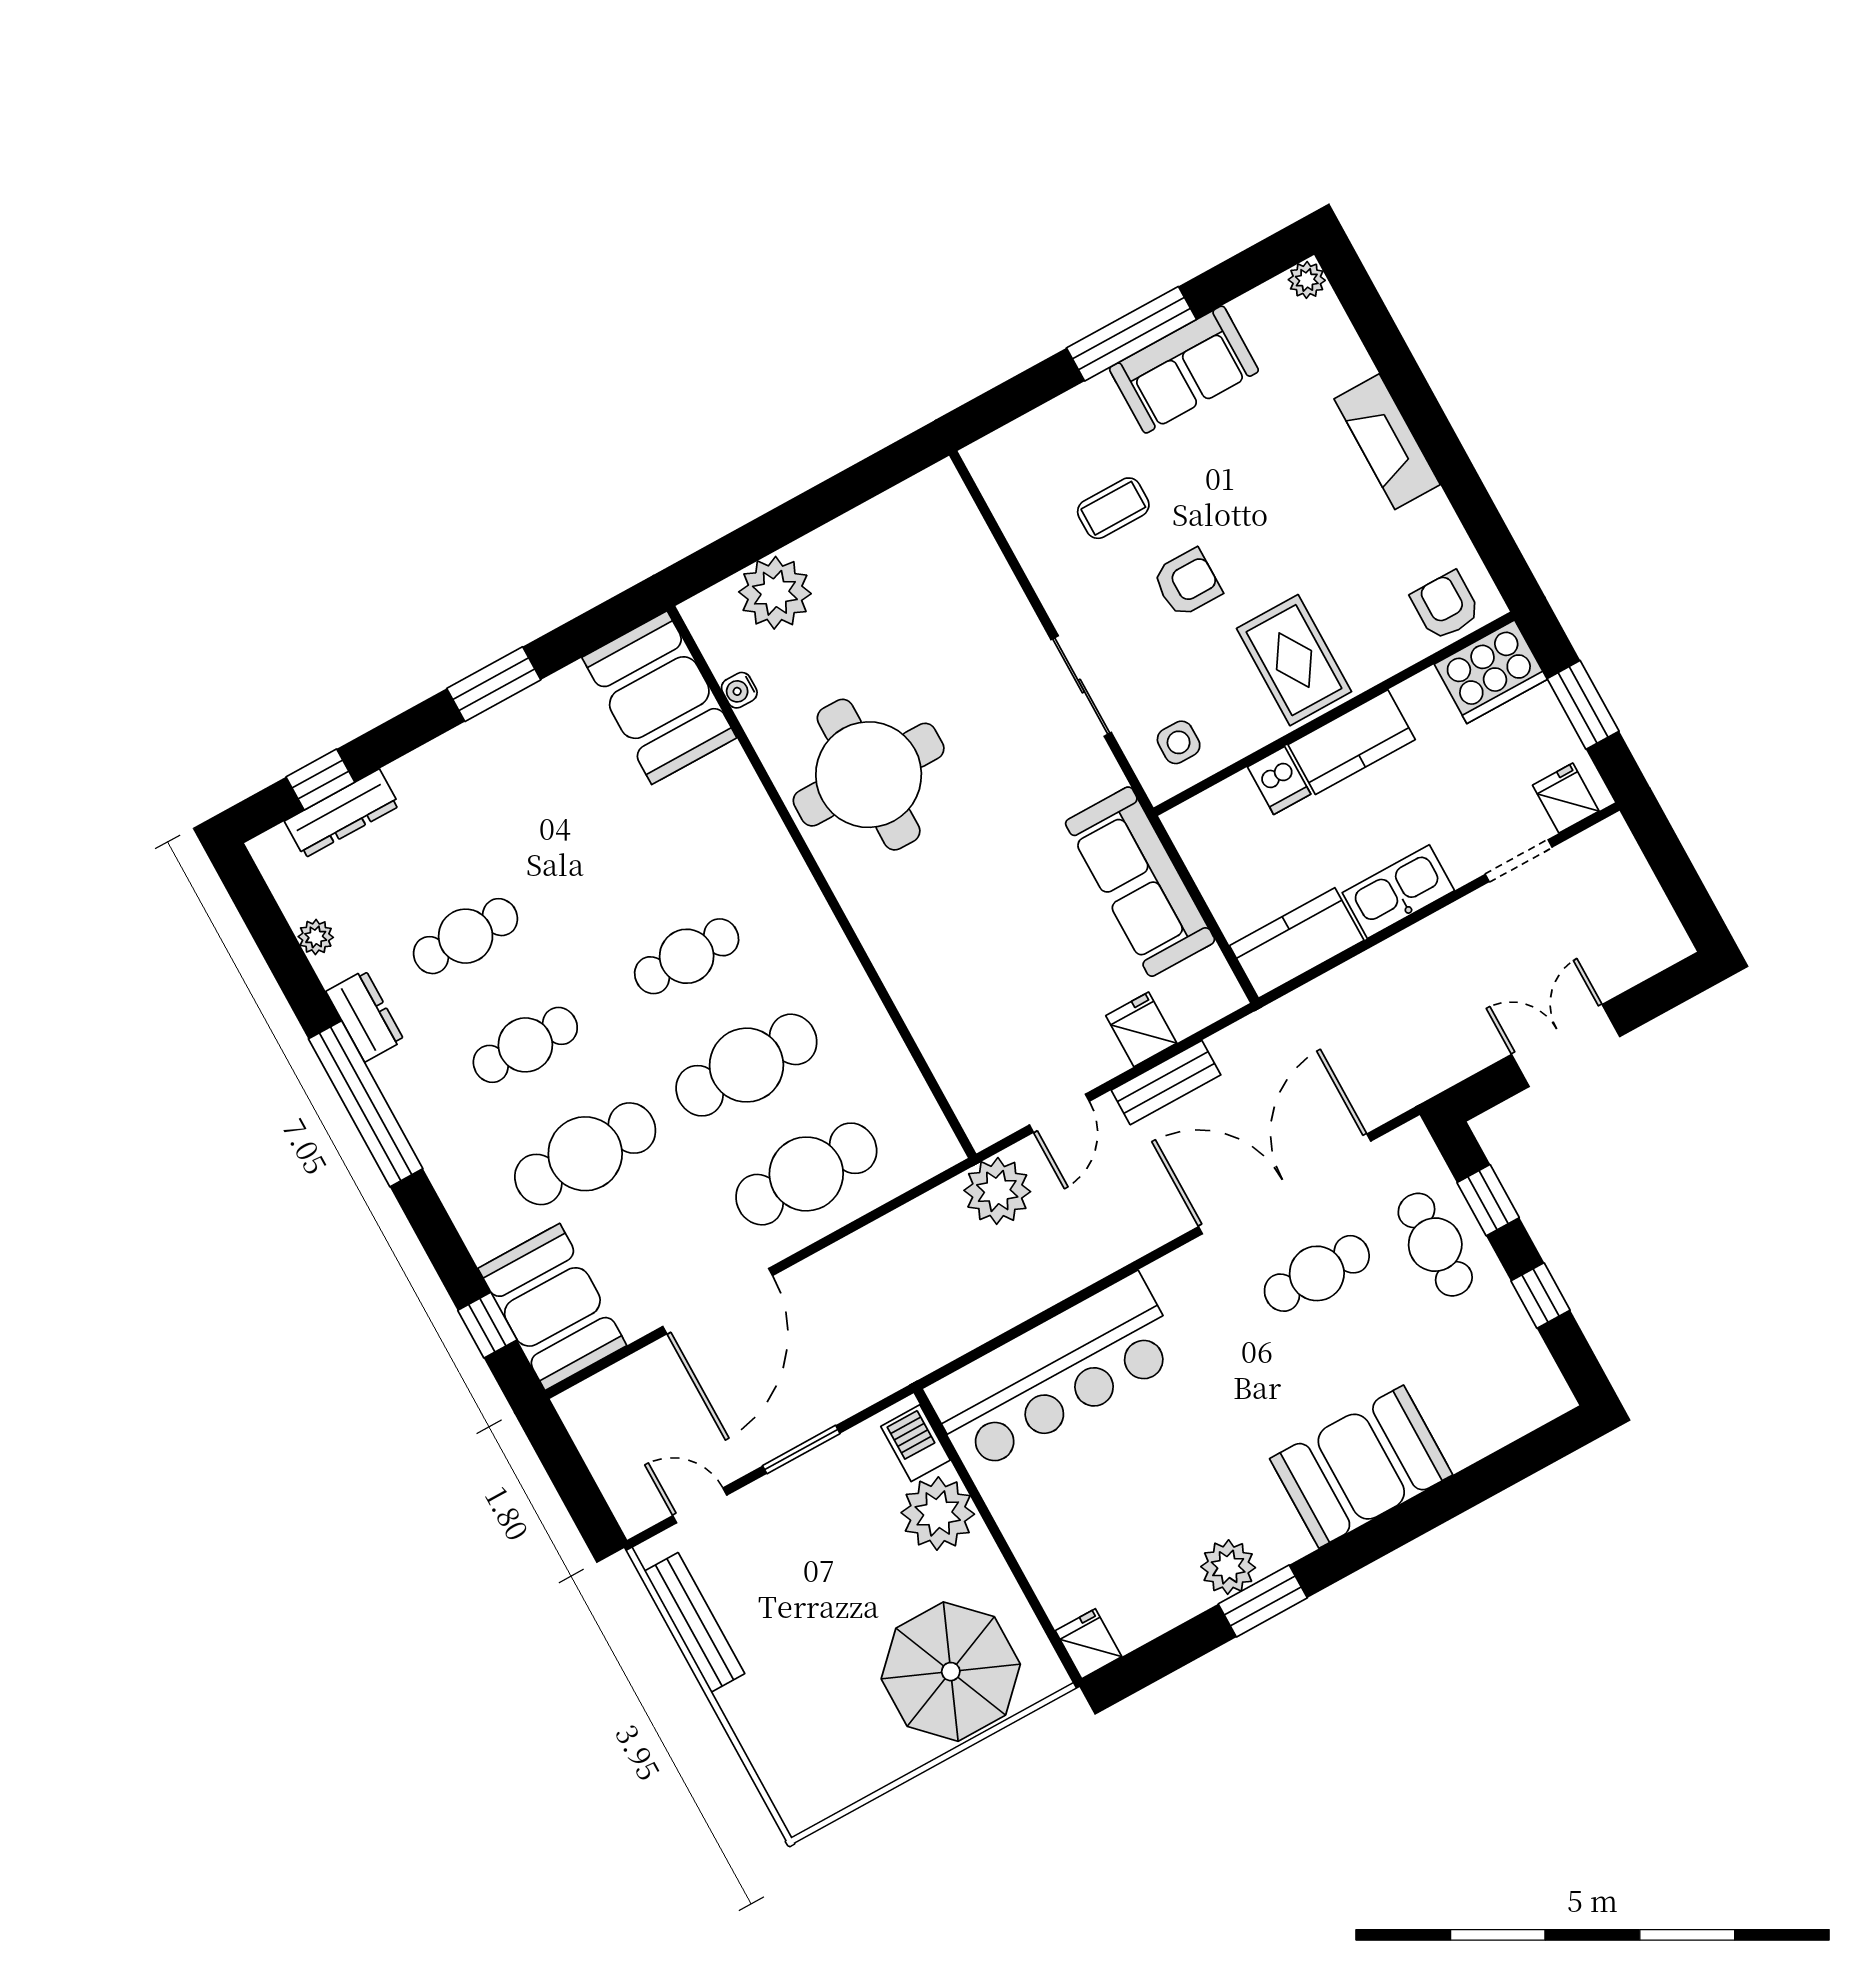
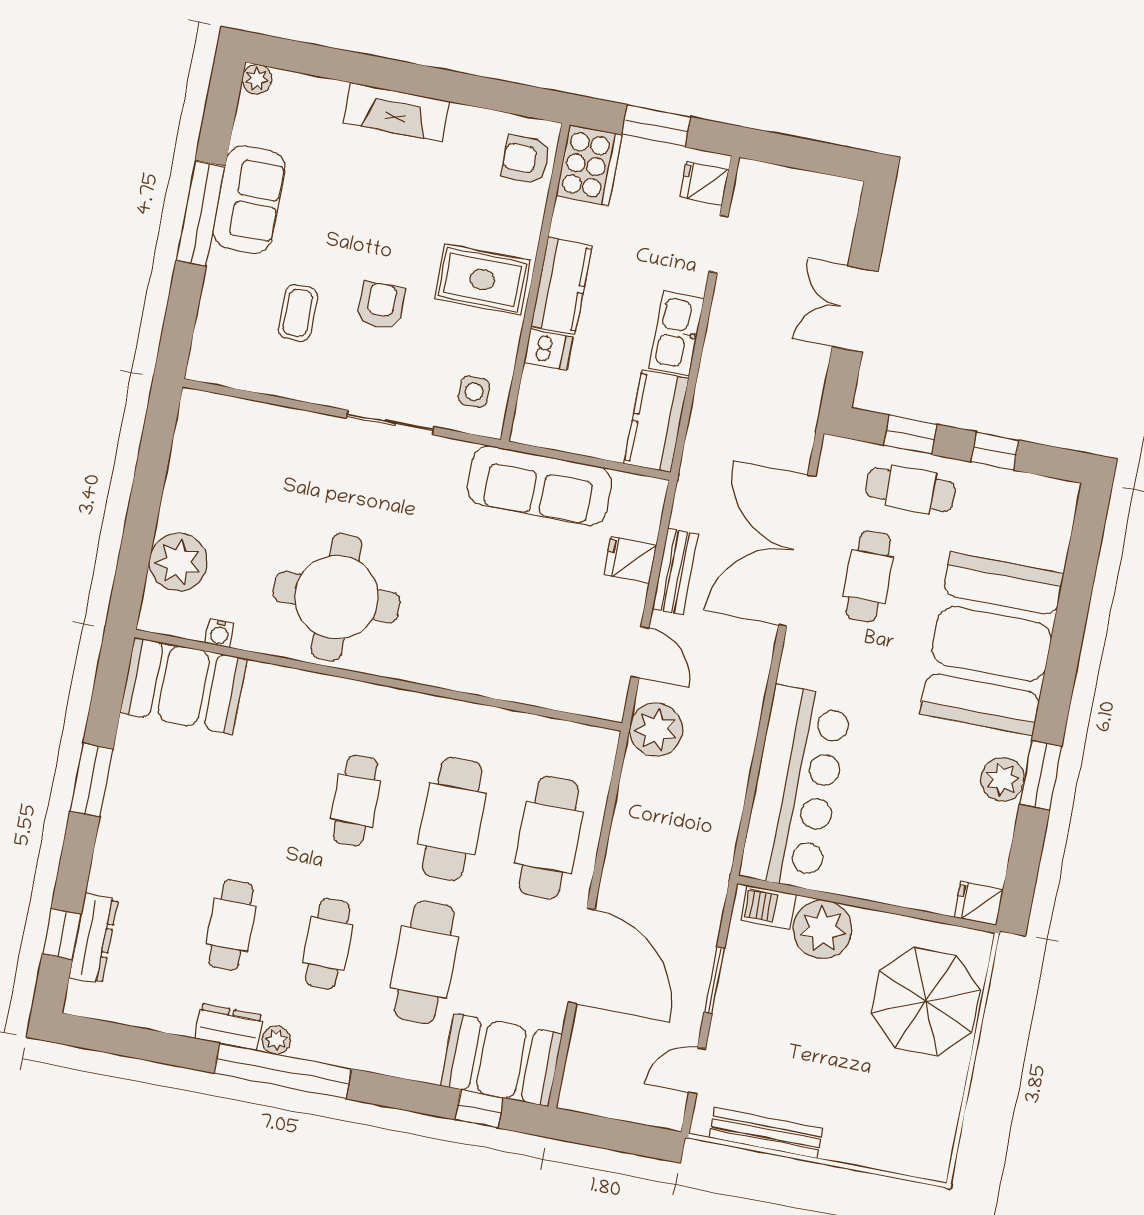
plant: (316, 937) -> (276, 1040), moved
booth: (1361, 1467) -> (992, 644), width x1.36, depth x1.42

